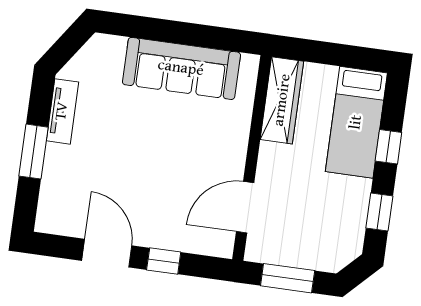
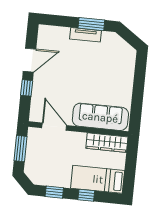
sofa: (181, 68) -> (100, 117), moved, turned 90
tv unit: (62, 111) -> (85, 35), moved
window: (34, 152) -> (91, 24), moved

